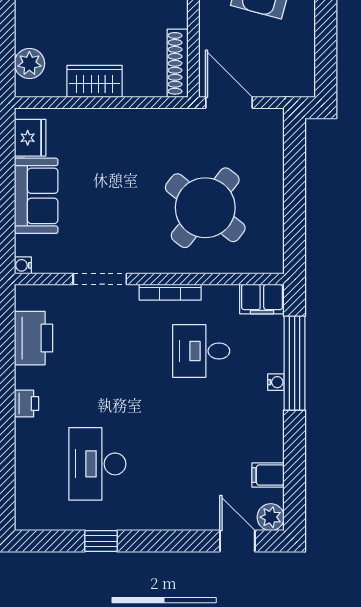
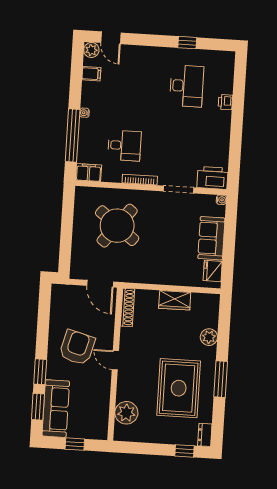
plant: (29, 63) -> (209, 337), moved
printer: (34, 338) -> (212, 178), moved, turned 90
water cooler: (276, 382) -> (84, 113), moved
printer: (26, 404) -> (225, 102), moved

